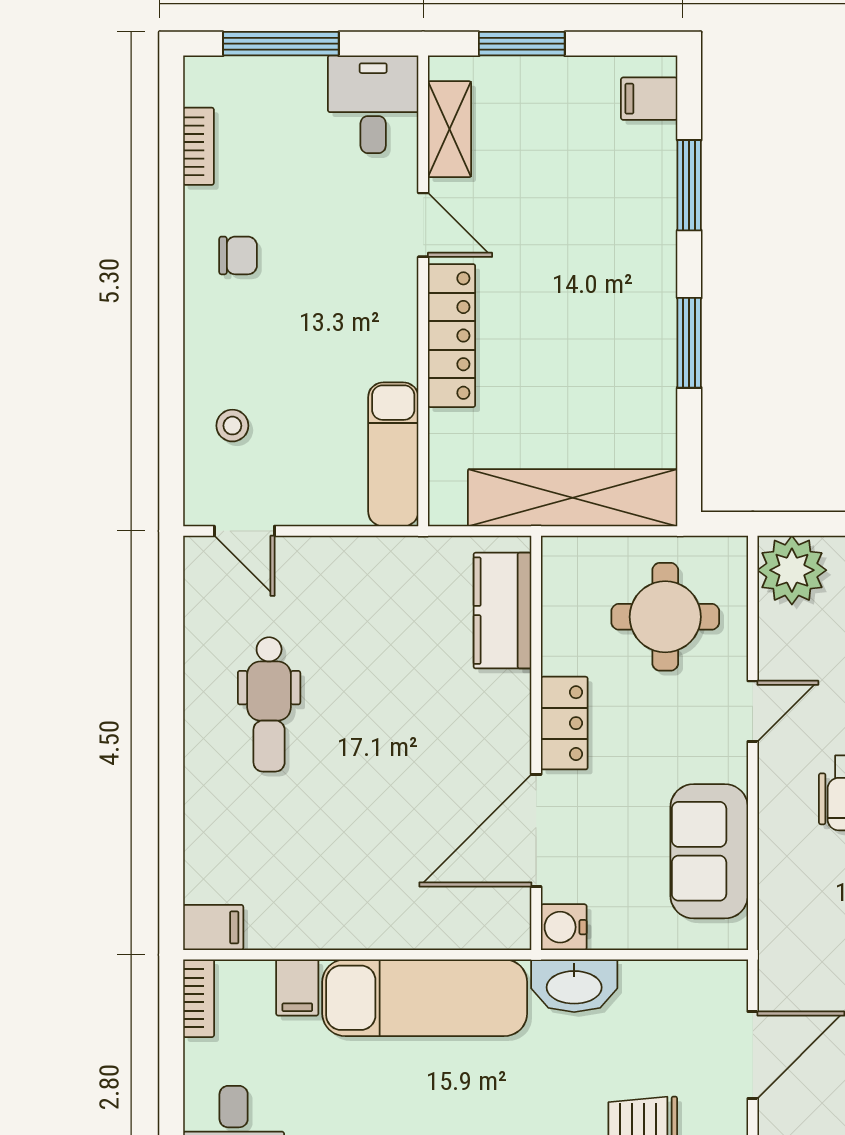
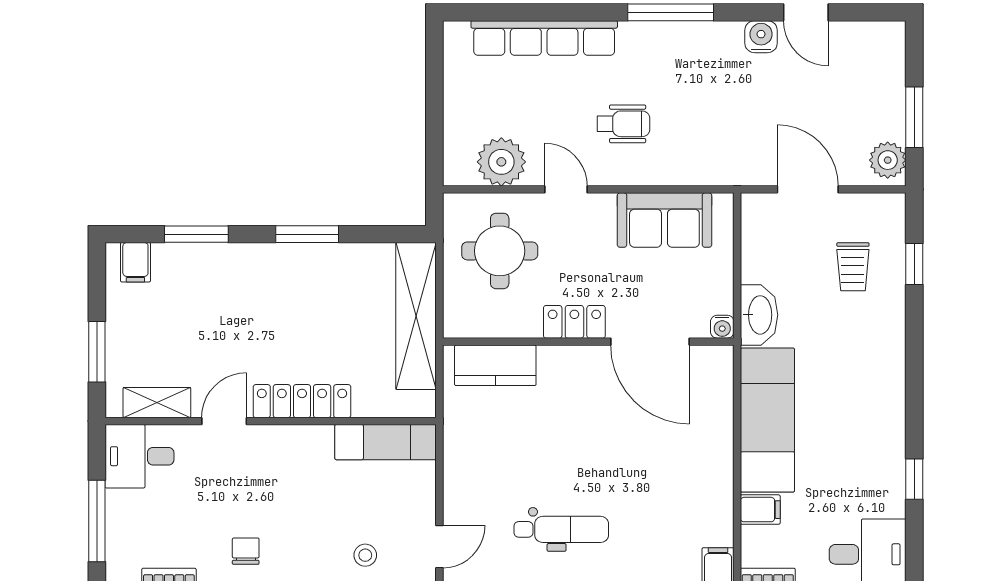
plant: (792, 570) -> (501, 162), moved
water cooler: (564, 927) -> (722, 327), width x0.72, depth x0.72

